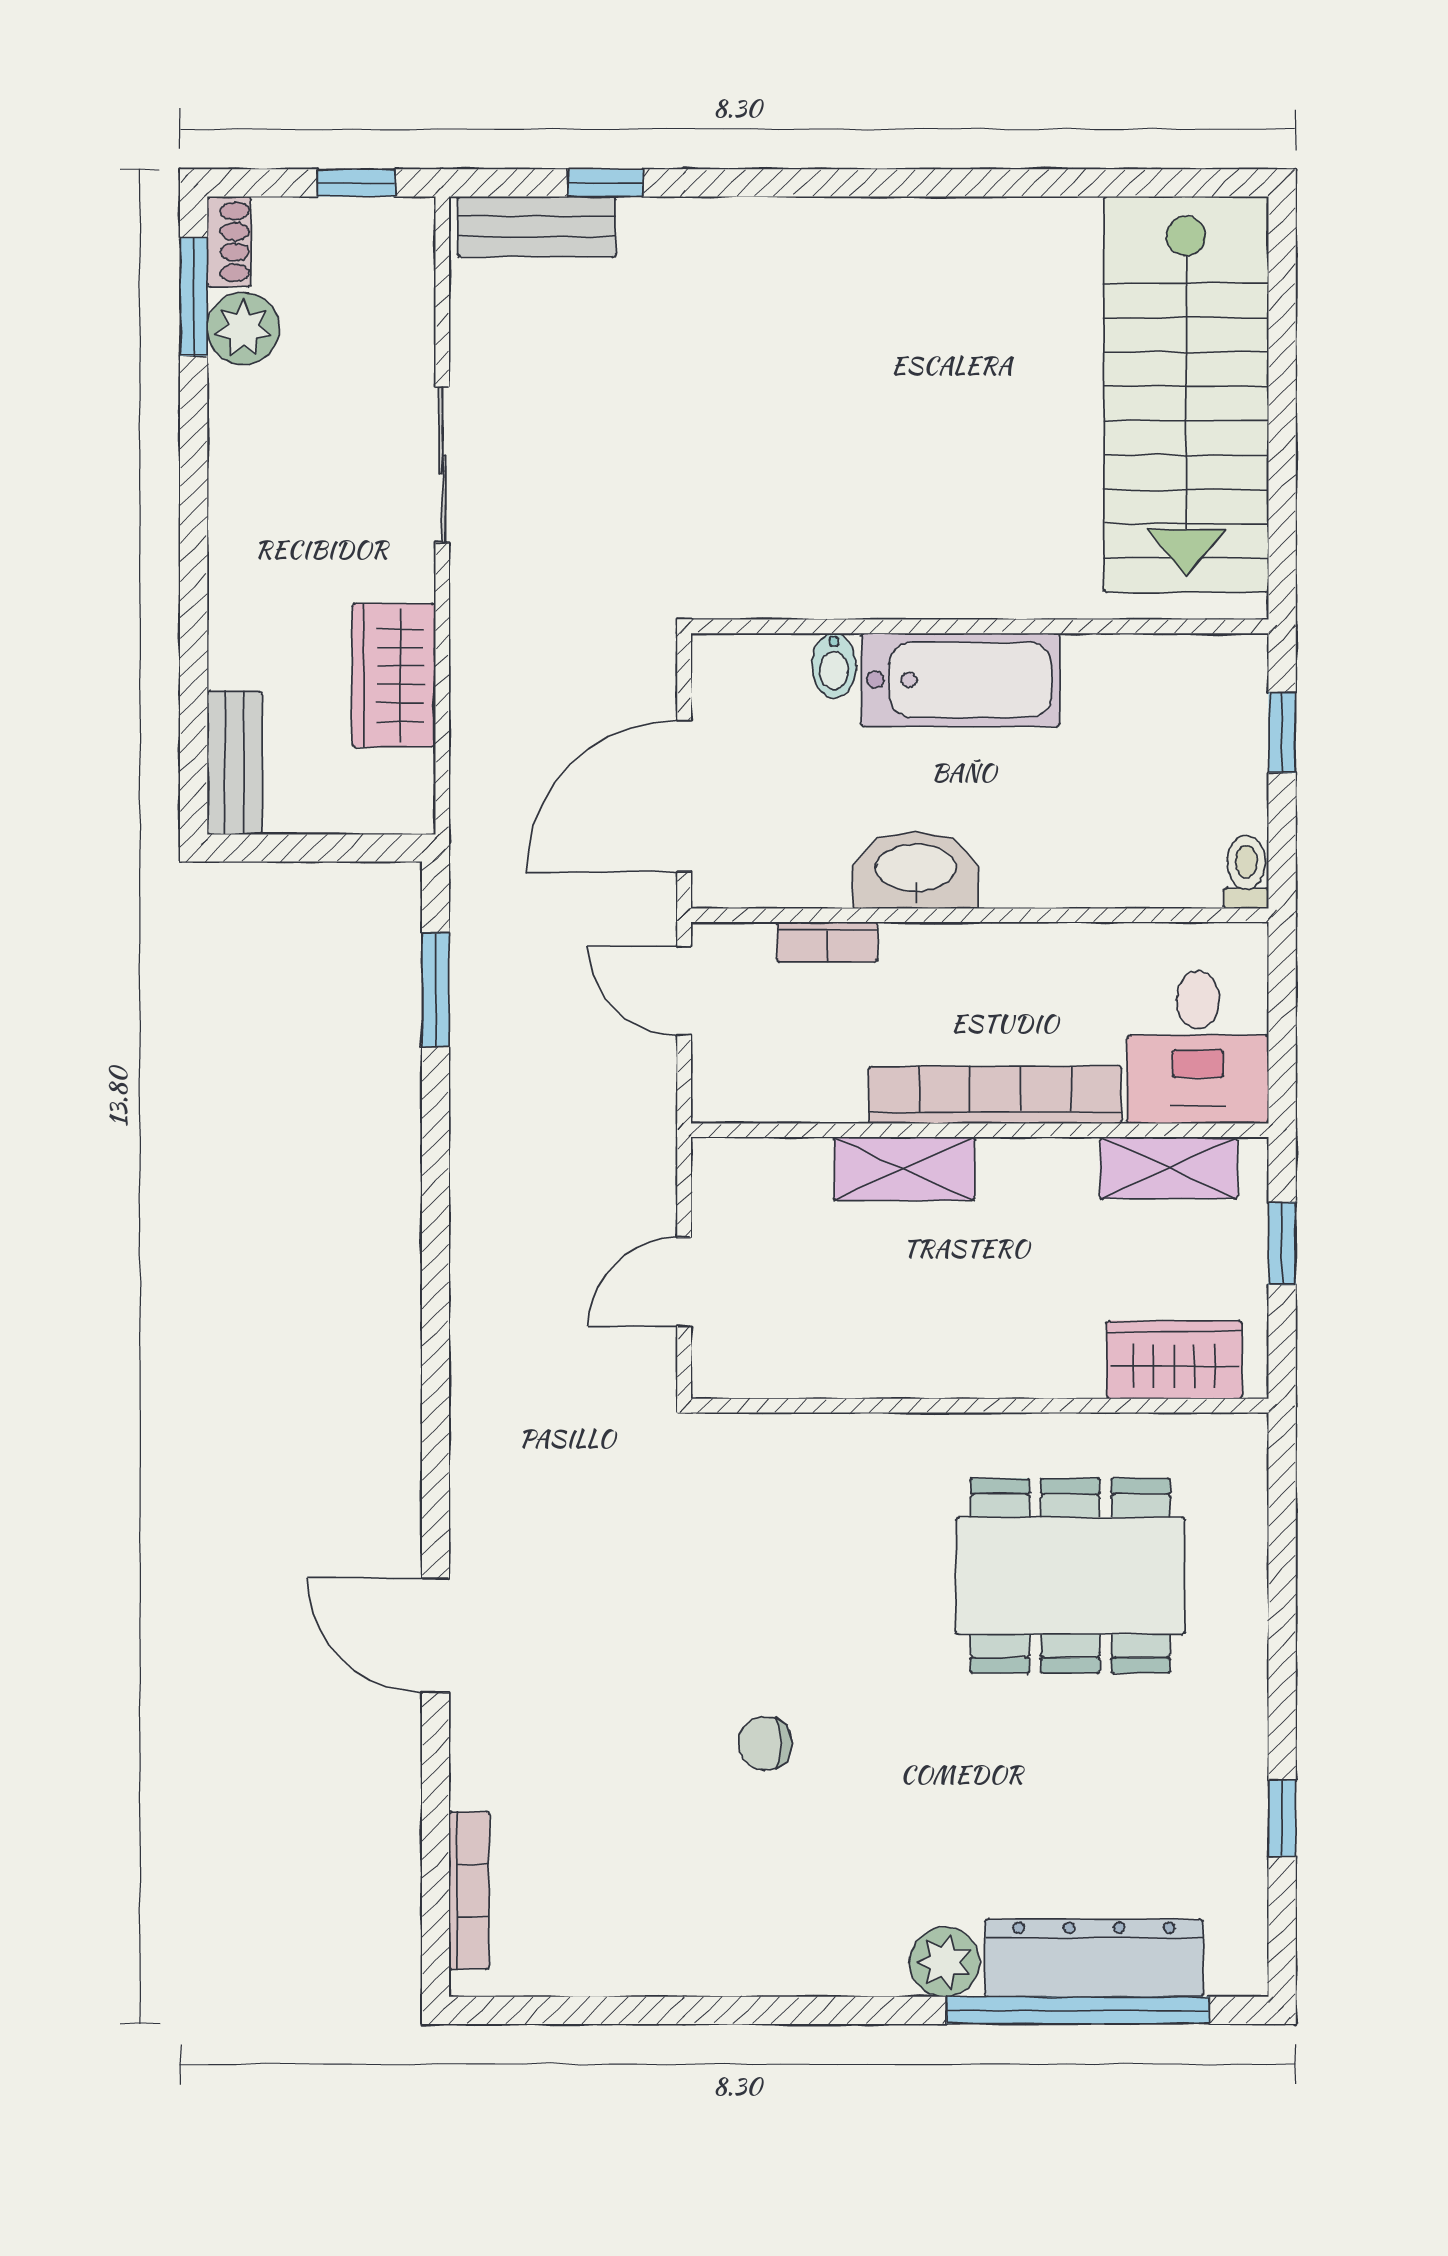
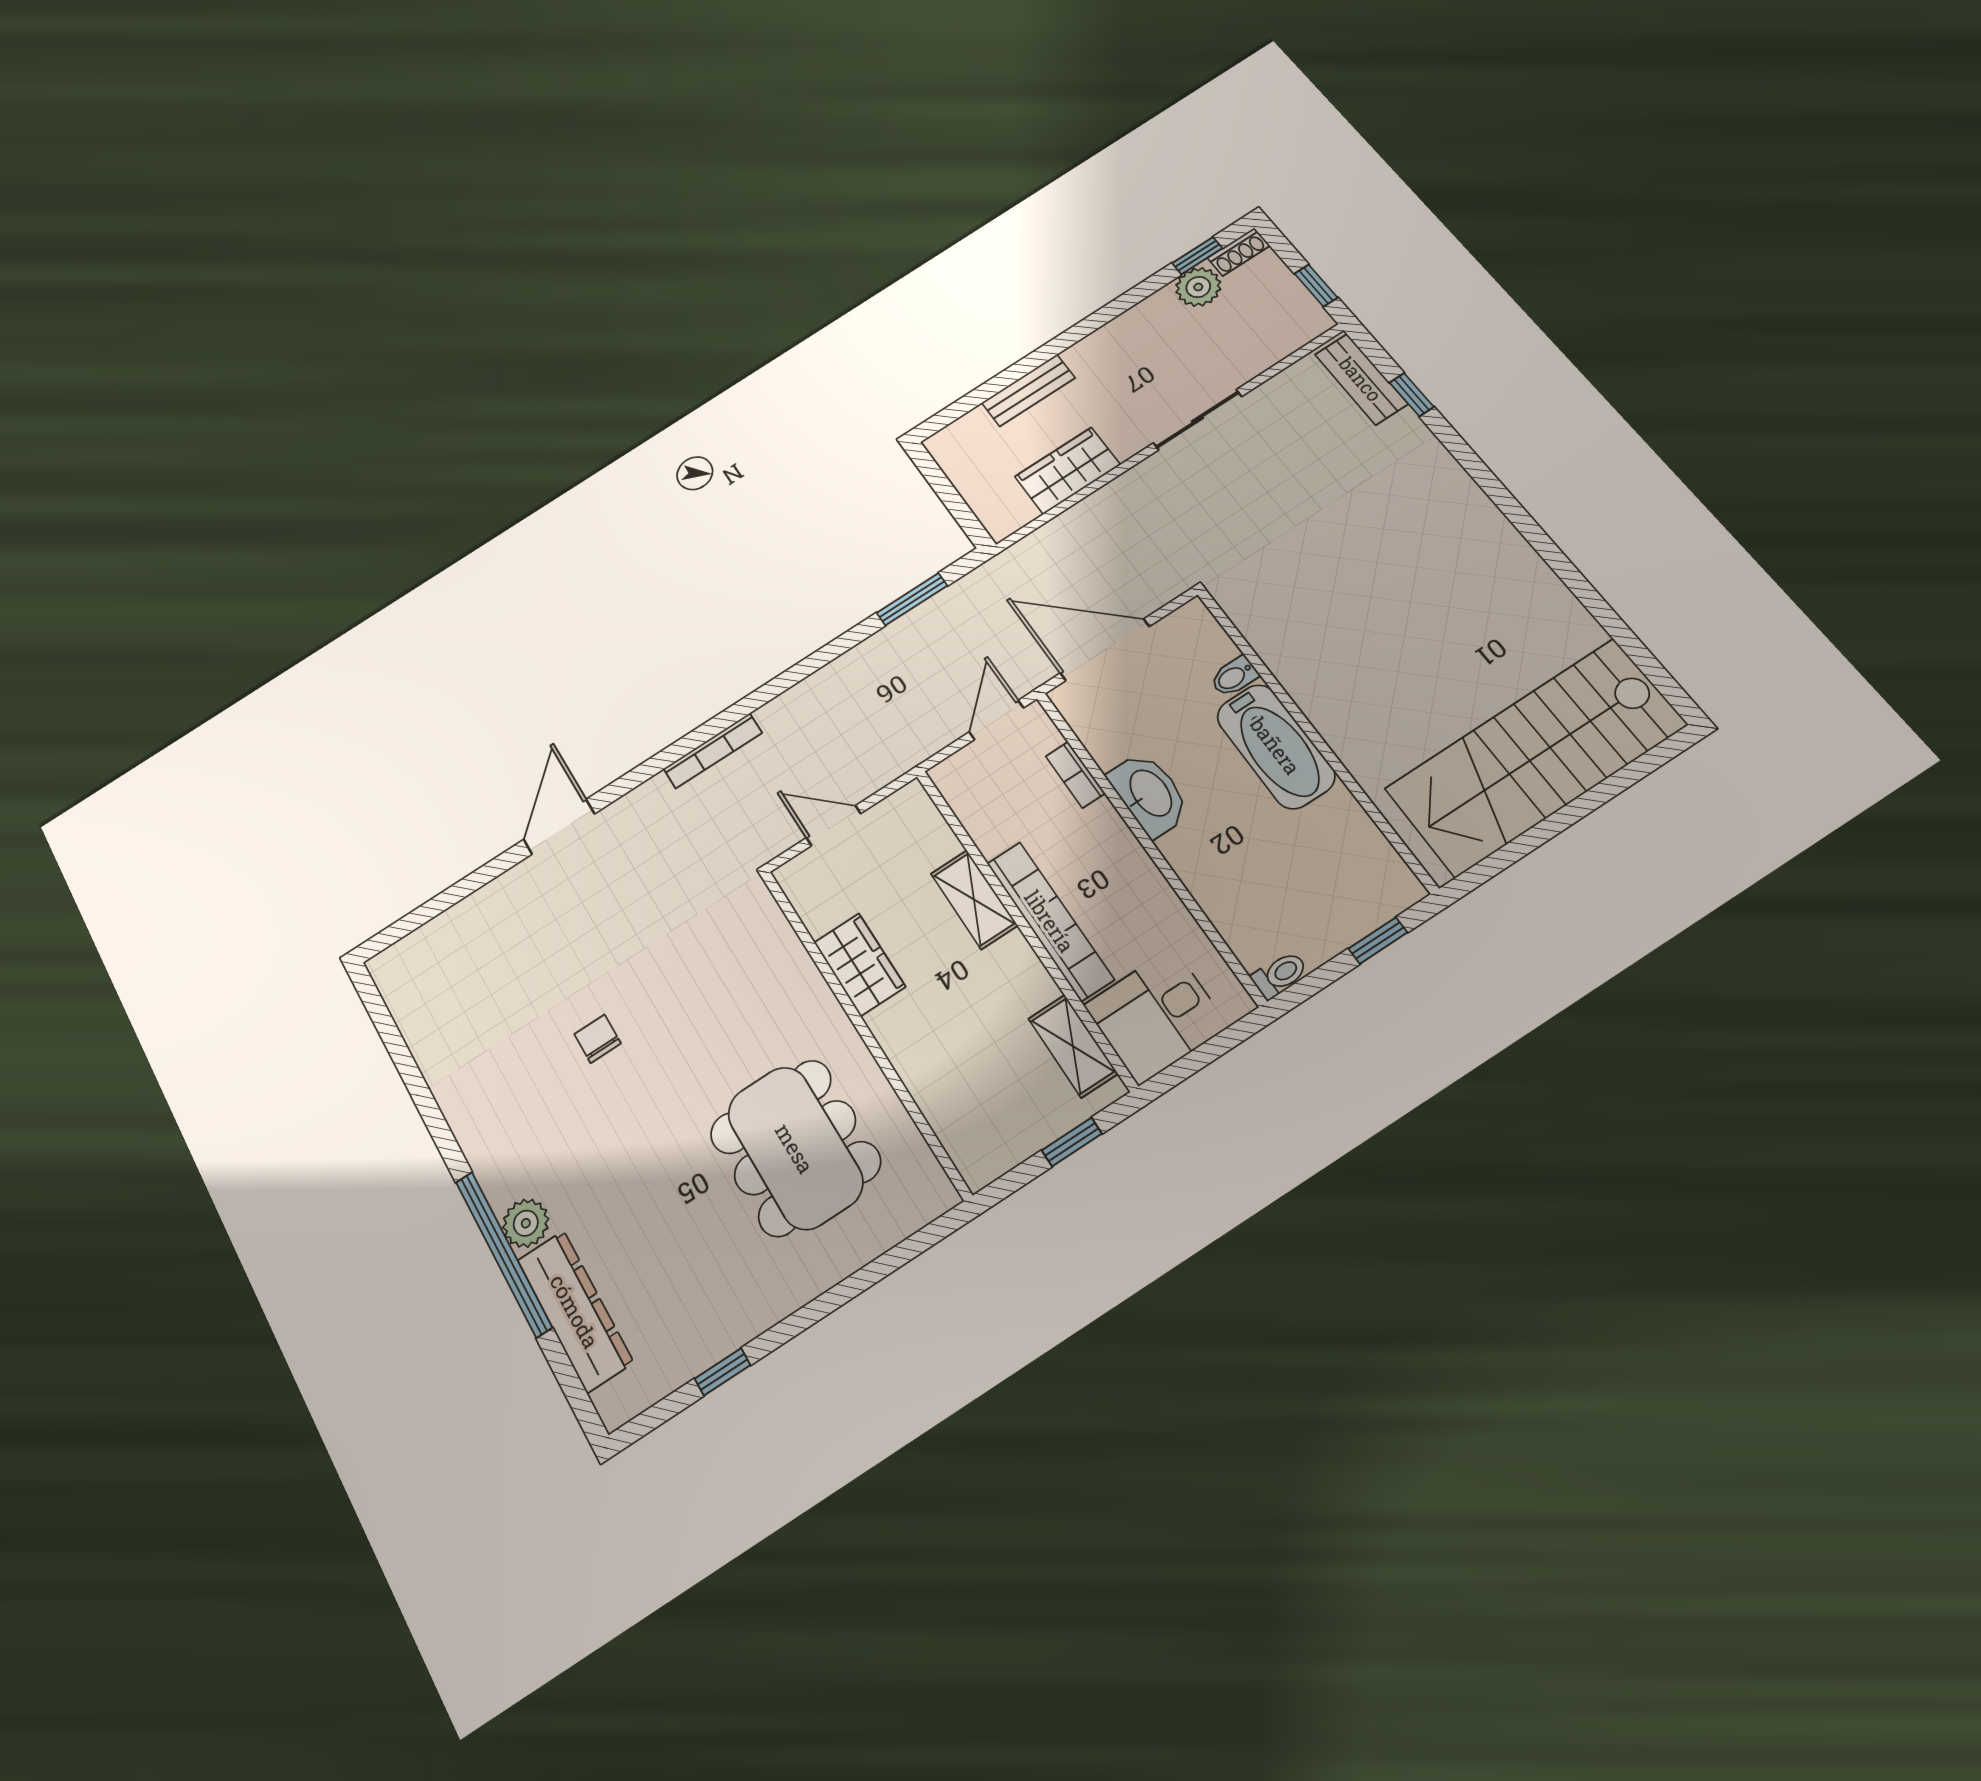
window: (194, 297) -> (1197, 256), width x0.67
bench: (234, 763) -> (1028, 390), moved
wardrobe: (1174, 1360) -> (860, 965), moved
bookcase: (469, 1890) -> (713, 751), moved
window: (1078, 2010) -> (504, 1254), moved

